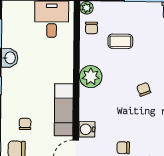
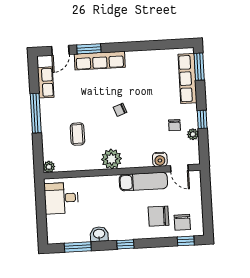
chair: (91, 28) -> (67, 161), removed
chair: (25, 124) -> (159, 216), width x1.87, depth x1.87

